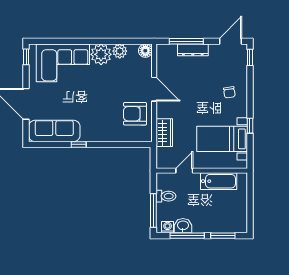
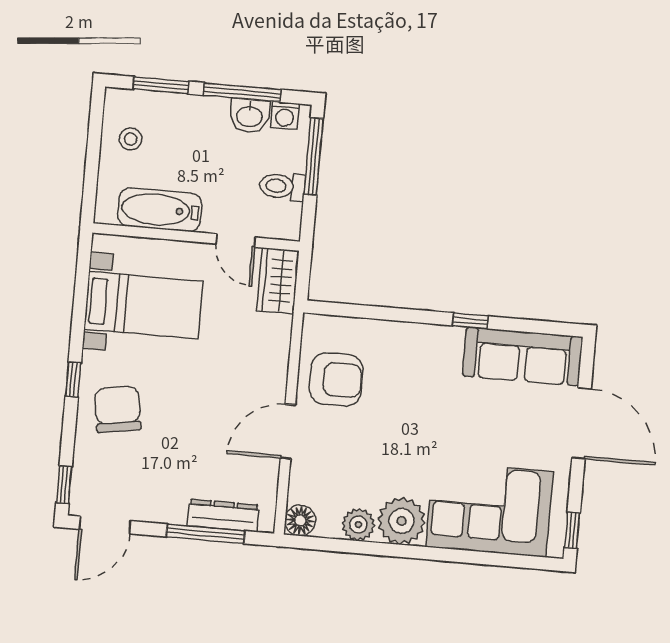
dresser: (193, 50) -> (223, 516), moved
door: (154, 89) -> (288, 432), hinge flipped
chair: (229, 92) -> (118, 409), width x1.87, depth x1.87
window: (250, 126) -> (73, 379), moved
wardrobe: (164, 133) -> (278, 281), moved
door: (184, 171) -> (236, 241), hinge flipped
stool: (234, 211) -> (131, 139), added

